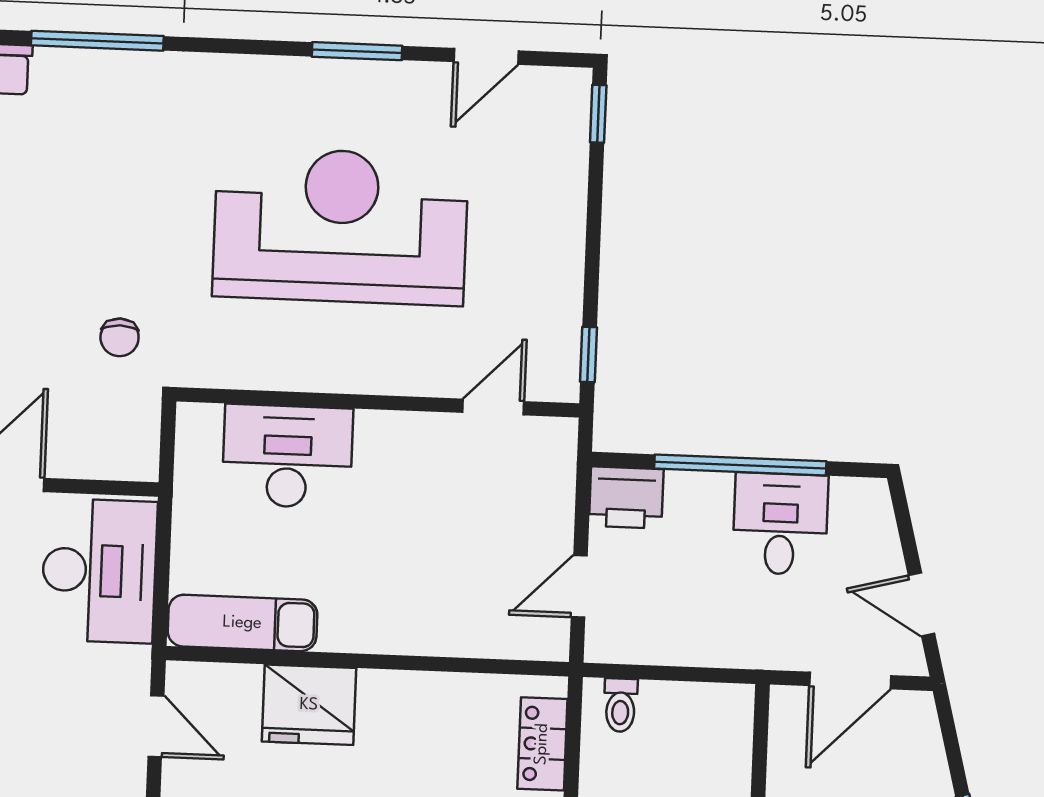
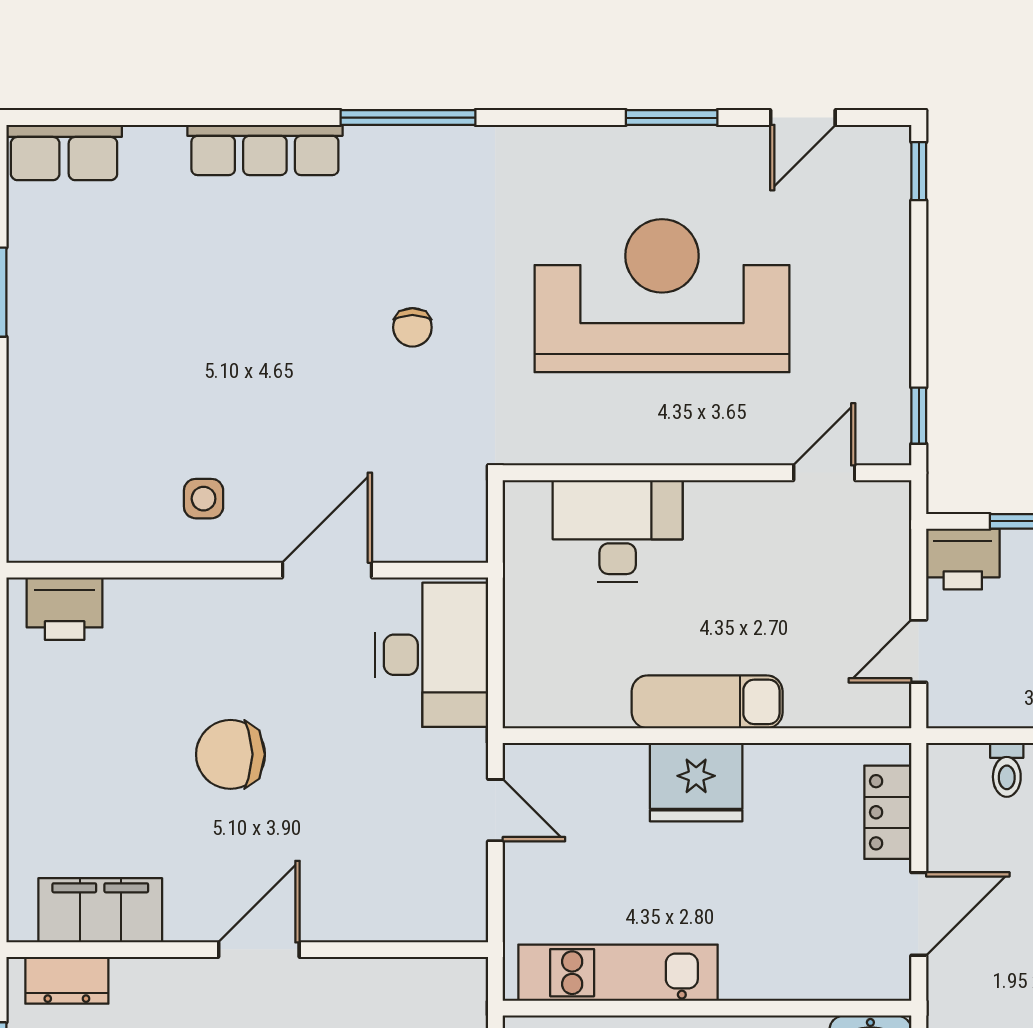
chair: (120, 337) -> (412, 327), moved
exam couch: (242, 623) -> (707, 702), moved
fridge: (309, 705) -> (696, 782), moved
toilet: (620, 705) -> (1007, 770), moved

